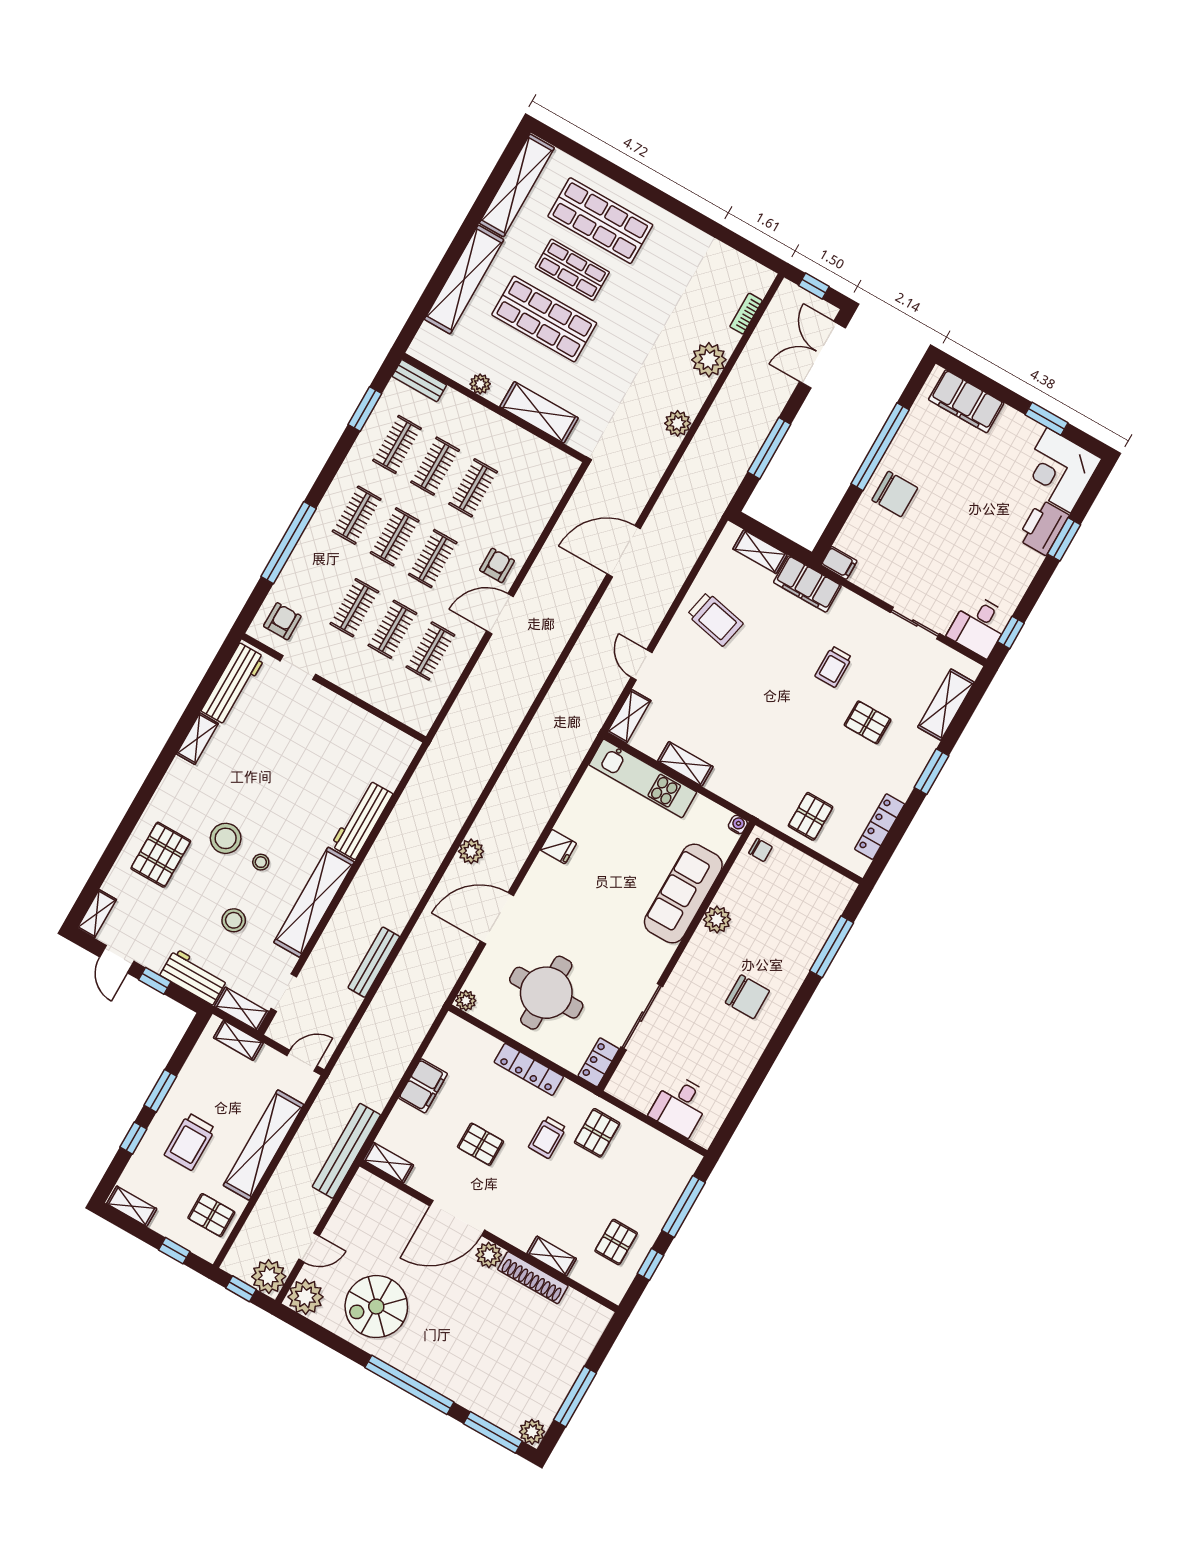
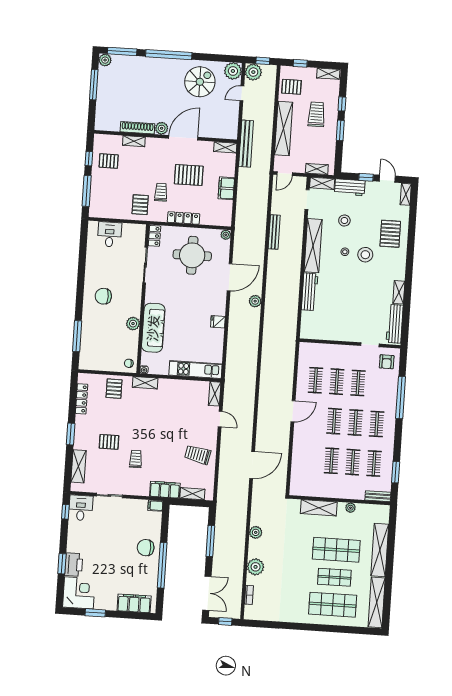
armchair: (497, 565) -> (305, 432), removed
shelving: (685, 764) -> (145, 383), moved
pallet: (481, 1144) -> (189, 175), width x1.50, depth x1.42
pallet: (616, 1242) -> (109, 161), turned 90

